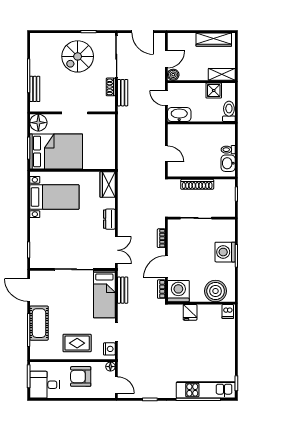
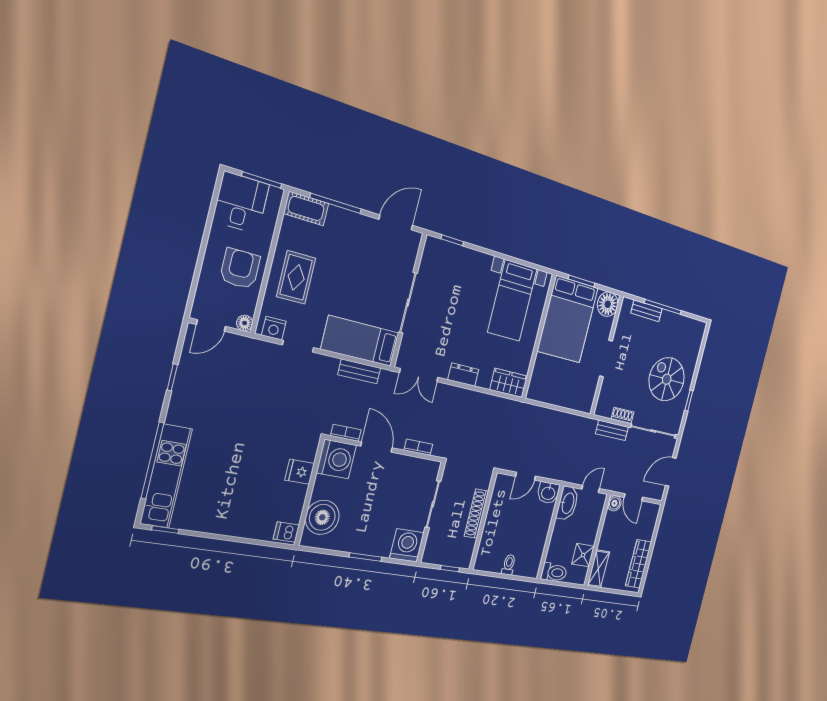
washbasin: (228, 163) -> (548, 493), moved, turned 180
washing machine: (225, 252) -> (407, 545), moved
cot: (39, 323) -> (306, 208), moved, width x0.73, depth x0.75

